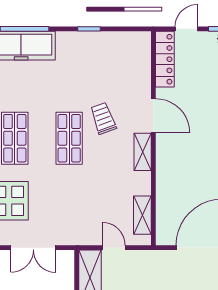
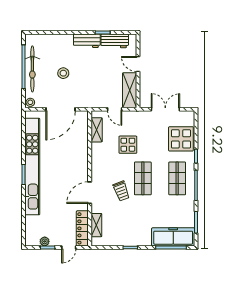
door: (153, 116) -> (90, 193), hinge flipped
shelving: (143, 152) -> (96, 225), moved
display table: (93, 192) -> (128, 145), added

